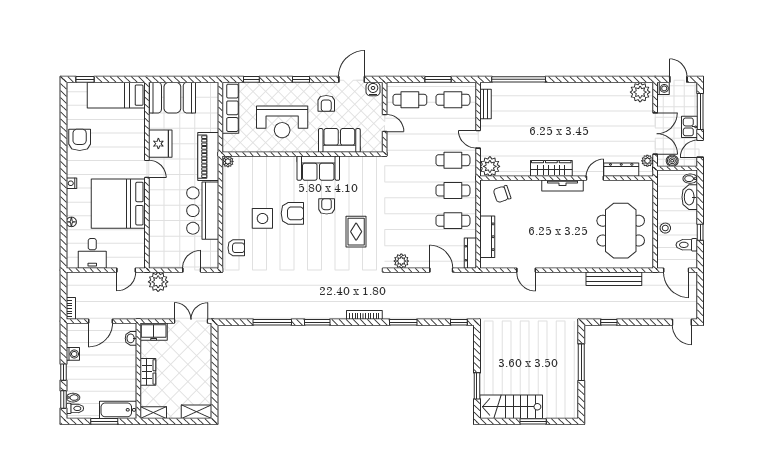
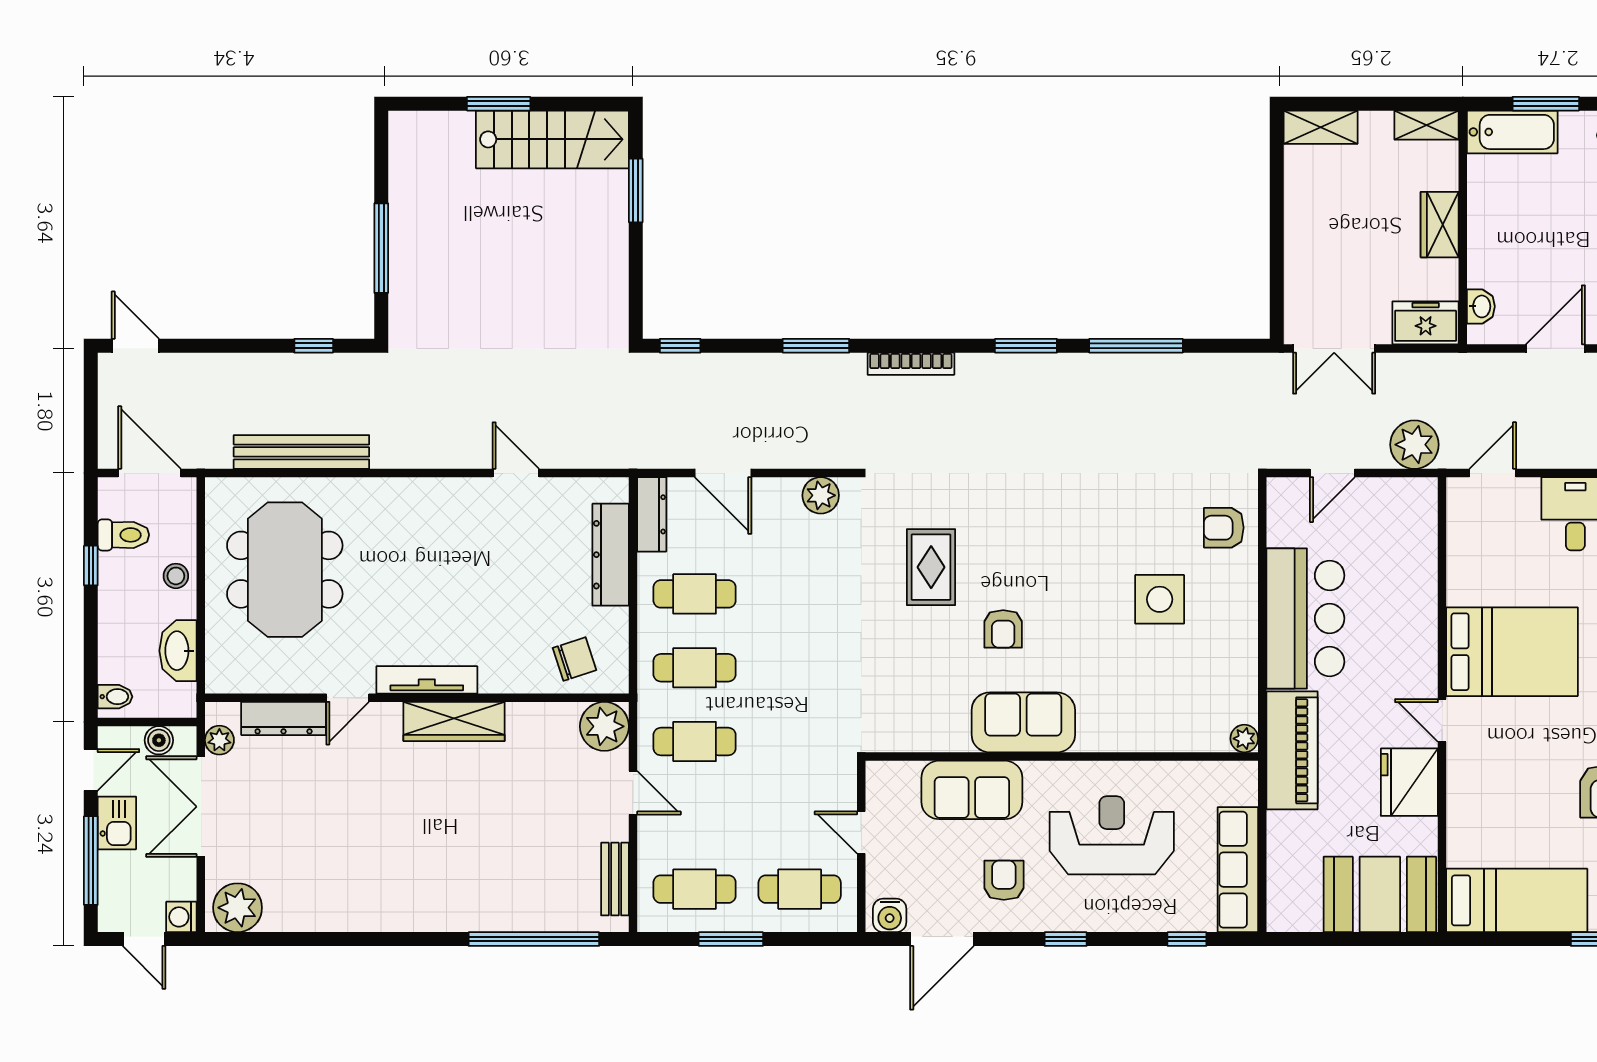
washbasin: (690, 197) -> (178, 651), moved, turned 180
bed: (118, 204) -> (1512, 652), width x0.73
armchair: (292, 213) -> (1086, 612), removed

